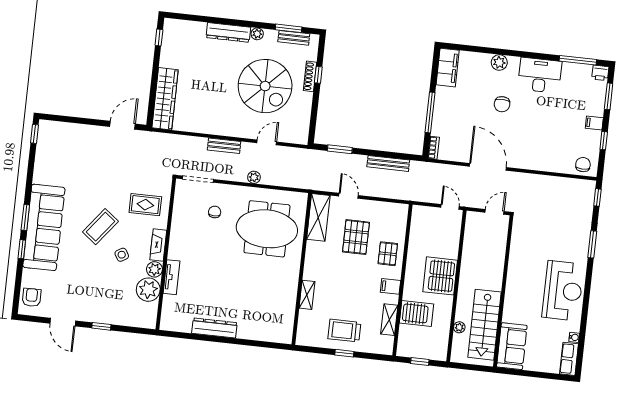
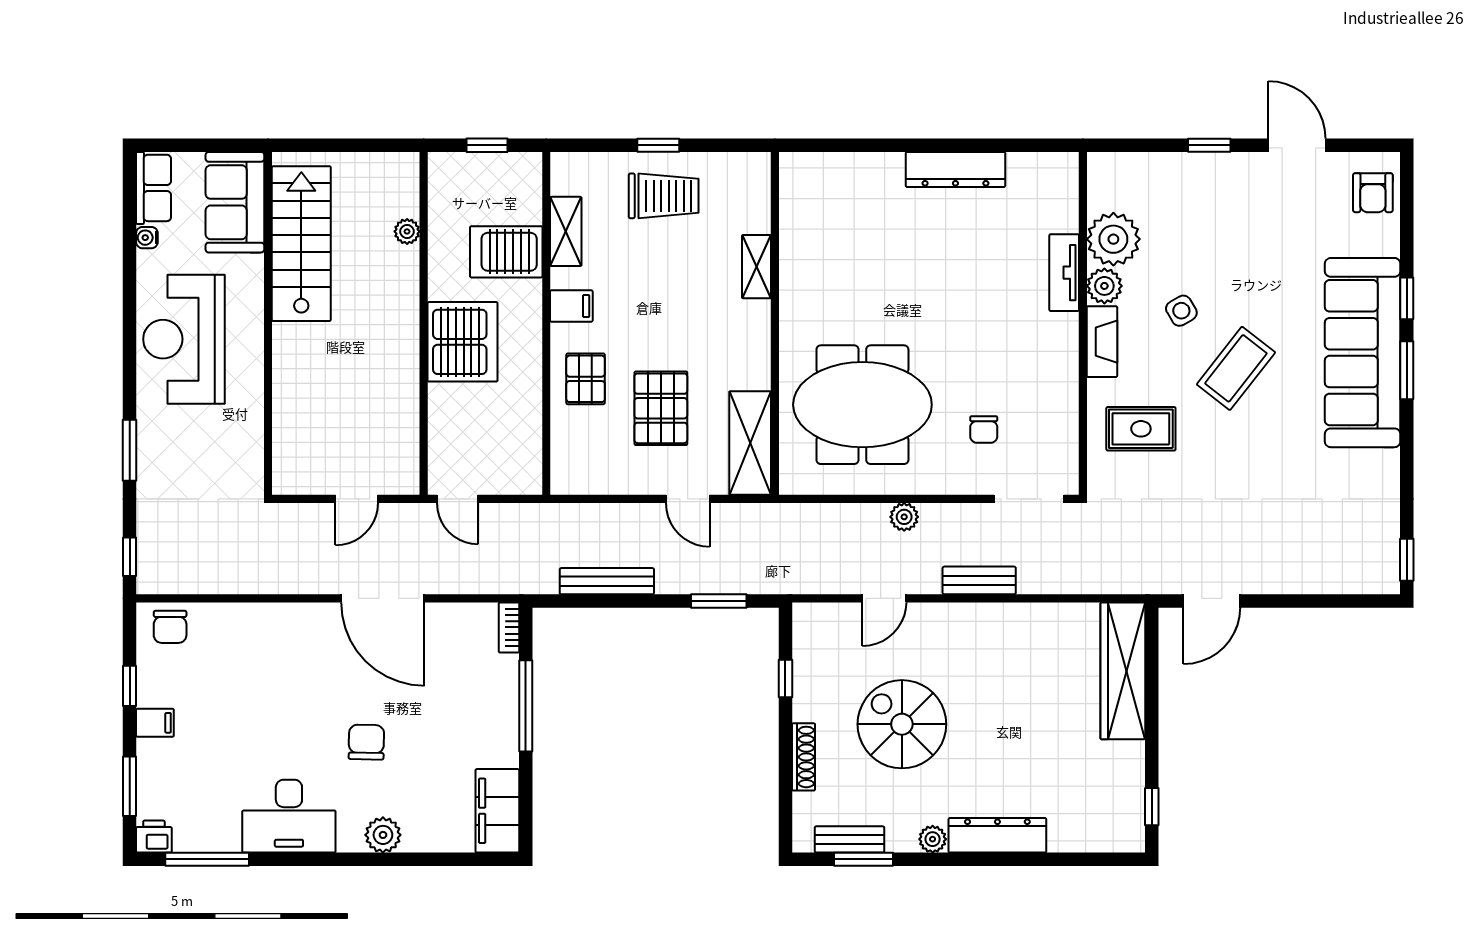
window: (318, 75) -> (785, 678), moved
spiral stairs: (265, 86) -> (902, 724), width x0.73, depth x0.73
wall: (503, 291) -> (268, 323), moved
stairs: (485, 325) -> (301, 244), moved
sofa: (512, 346) -> (235, 202), moved

